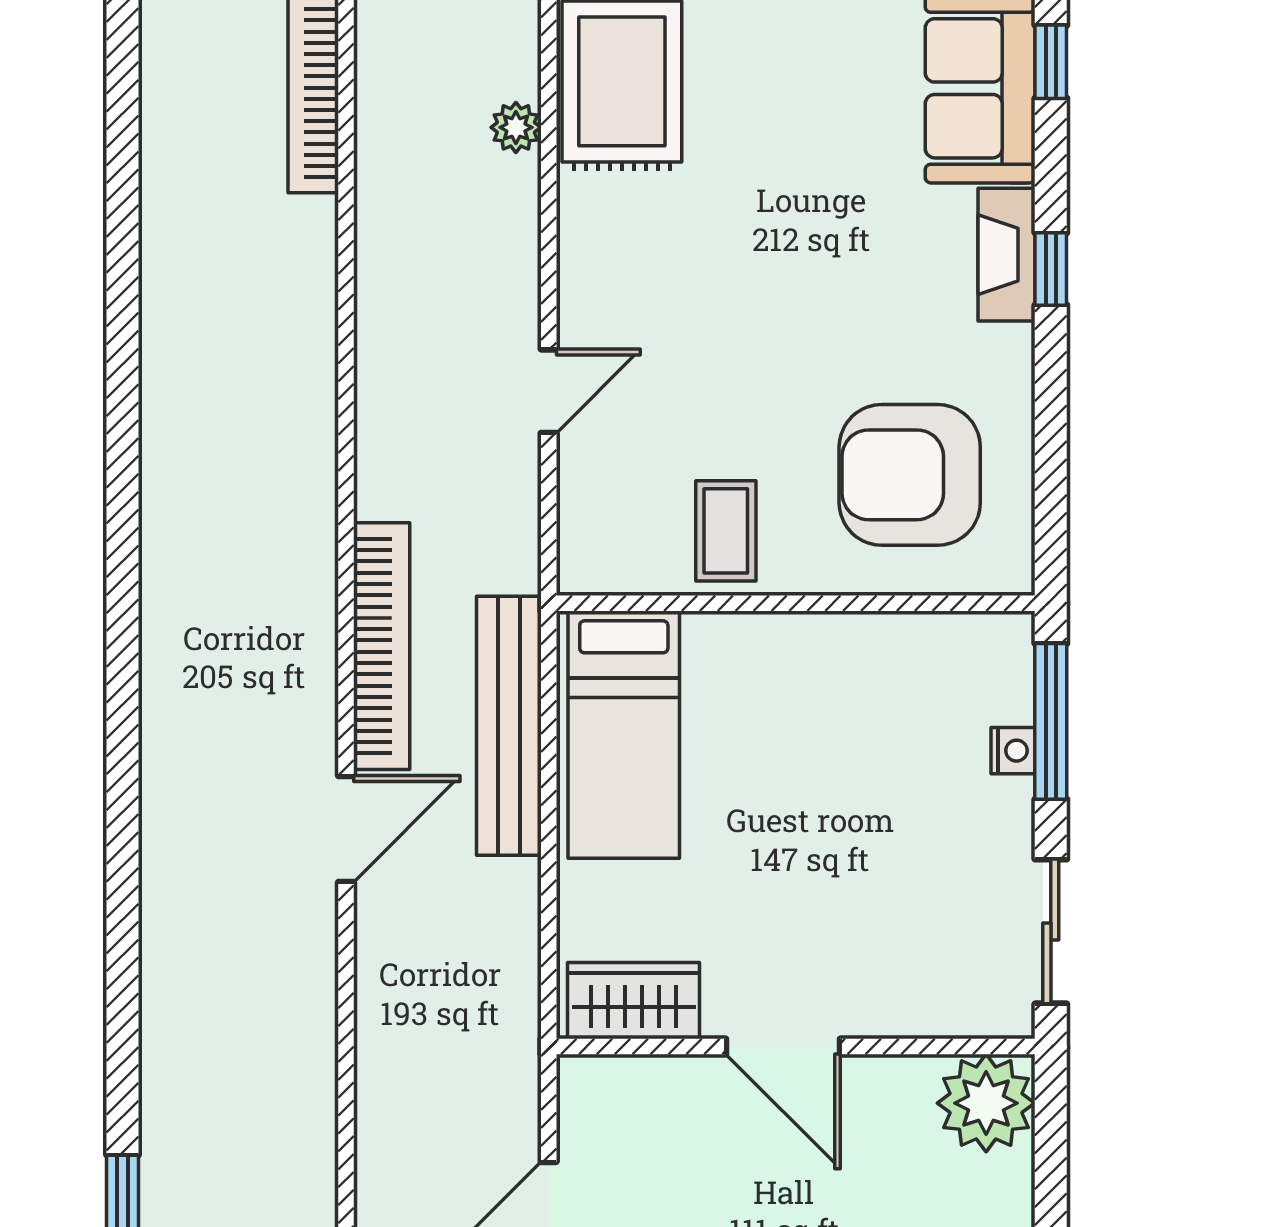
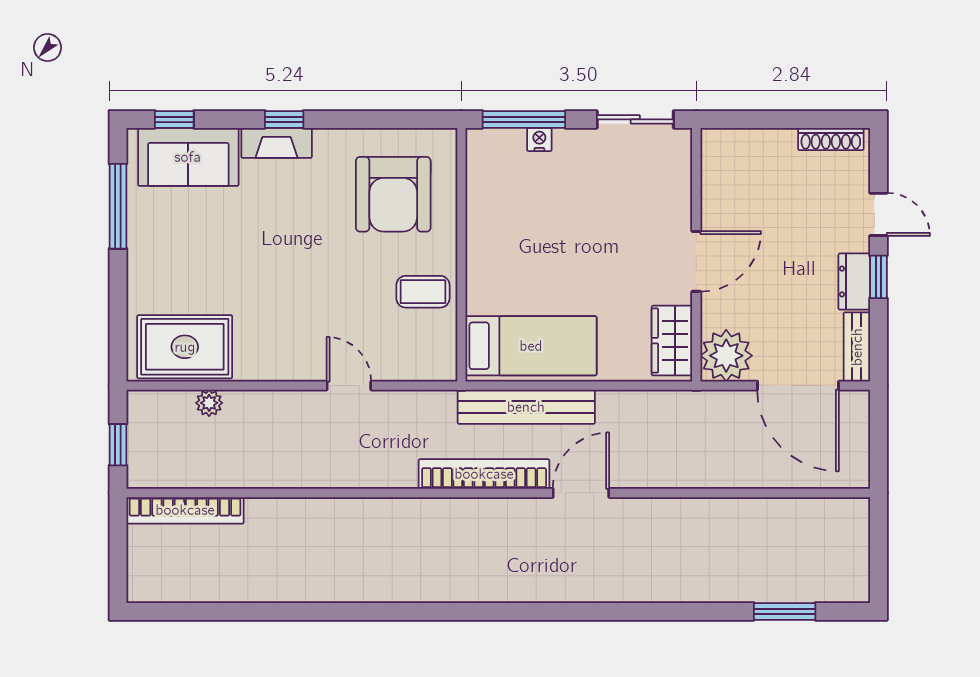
door: (346, 829) -> (581, 493), hinge flipped
plant: (986, 1103) -> (726, 356), moved

